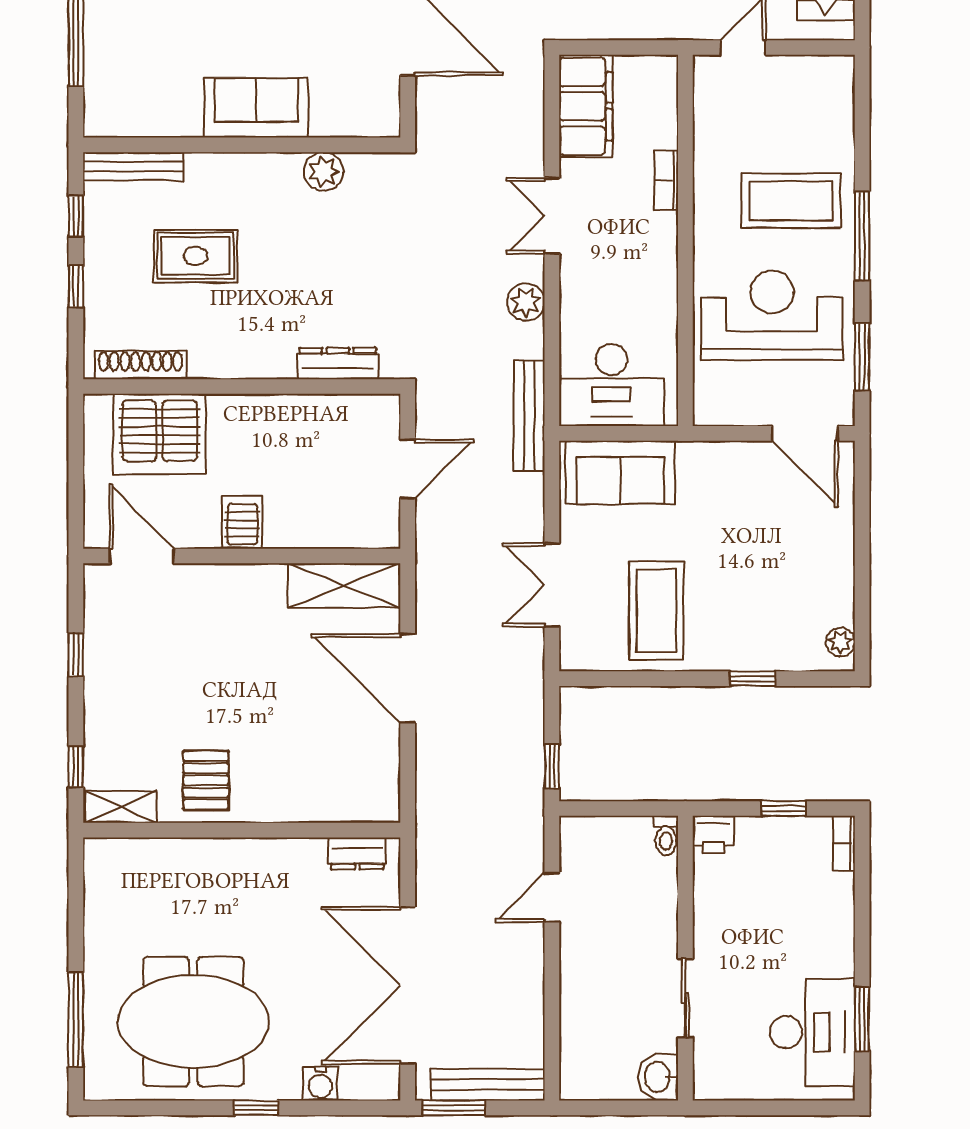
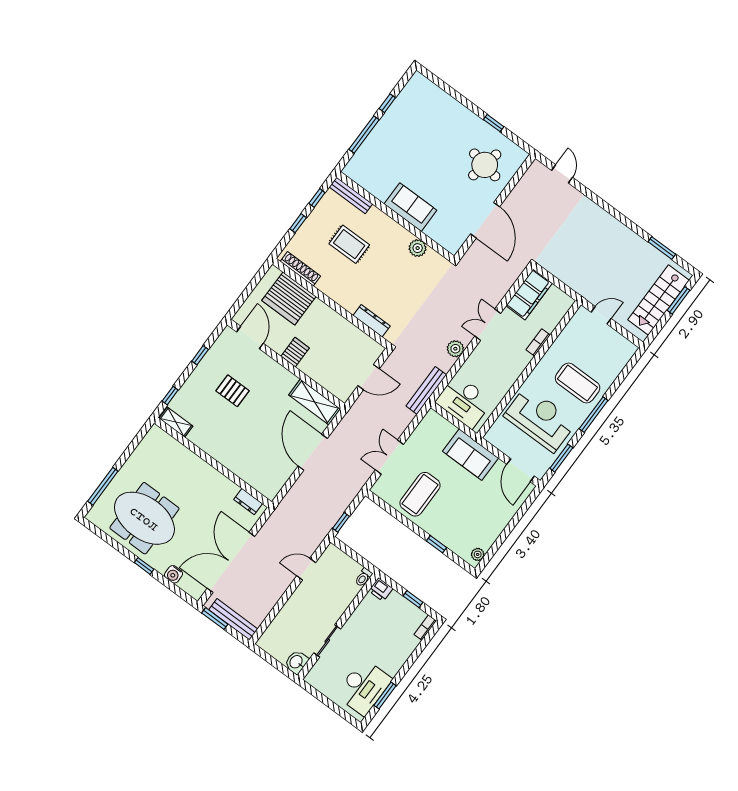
sofa: (620, 472) -> (470, 455), moved
pallet: (206, 780) -> (233, 391), moved, turned 90

